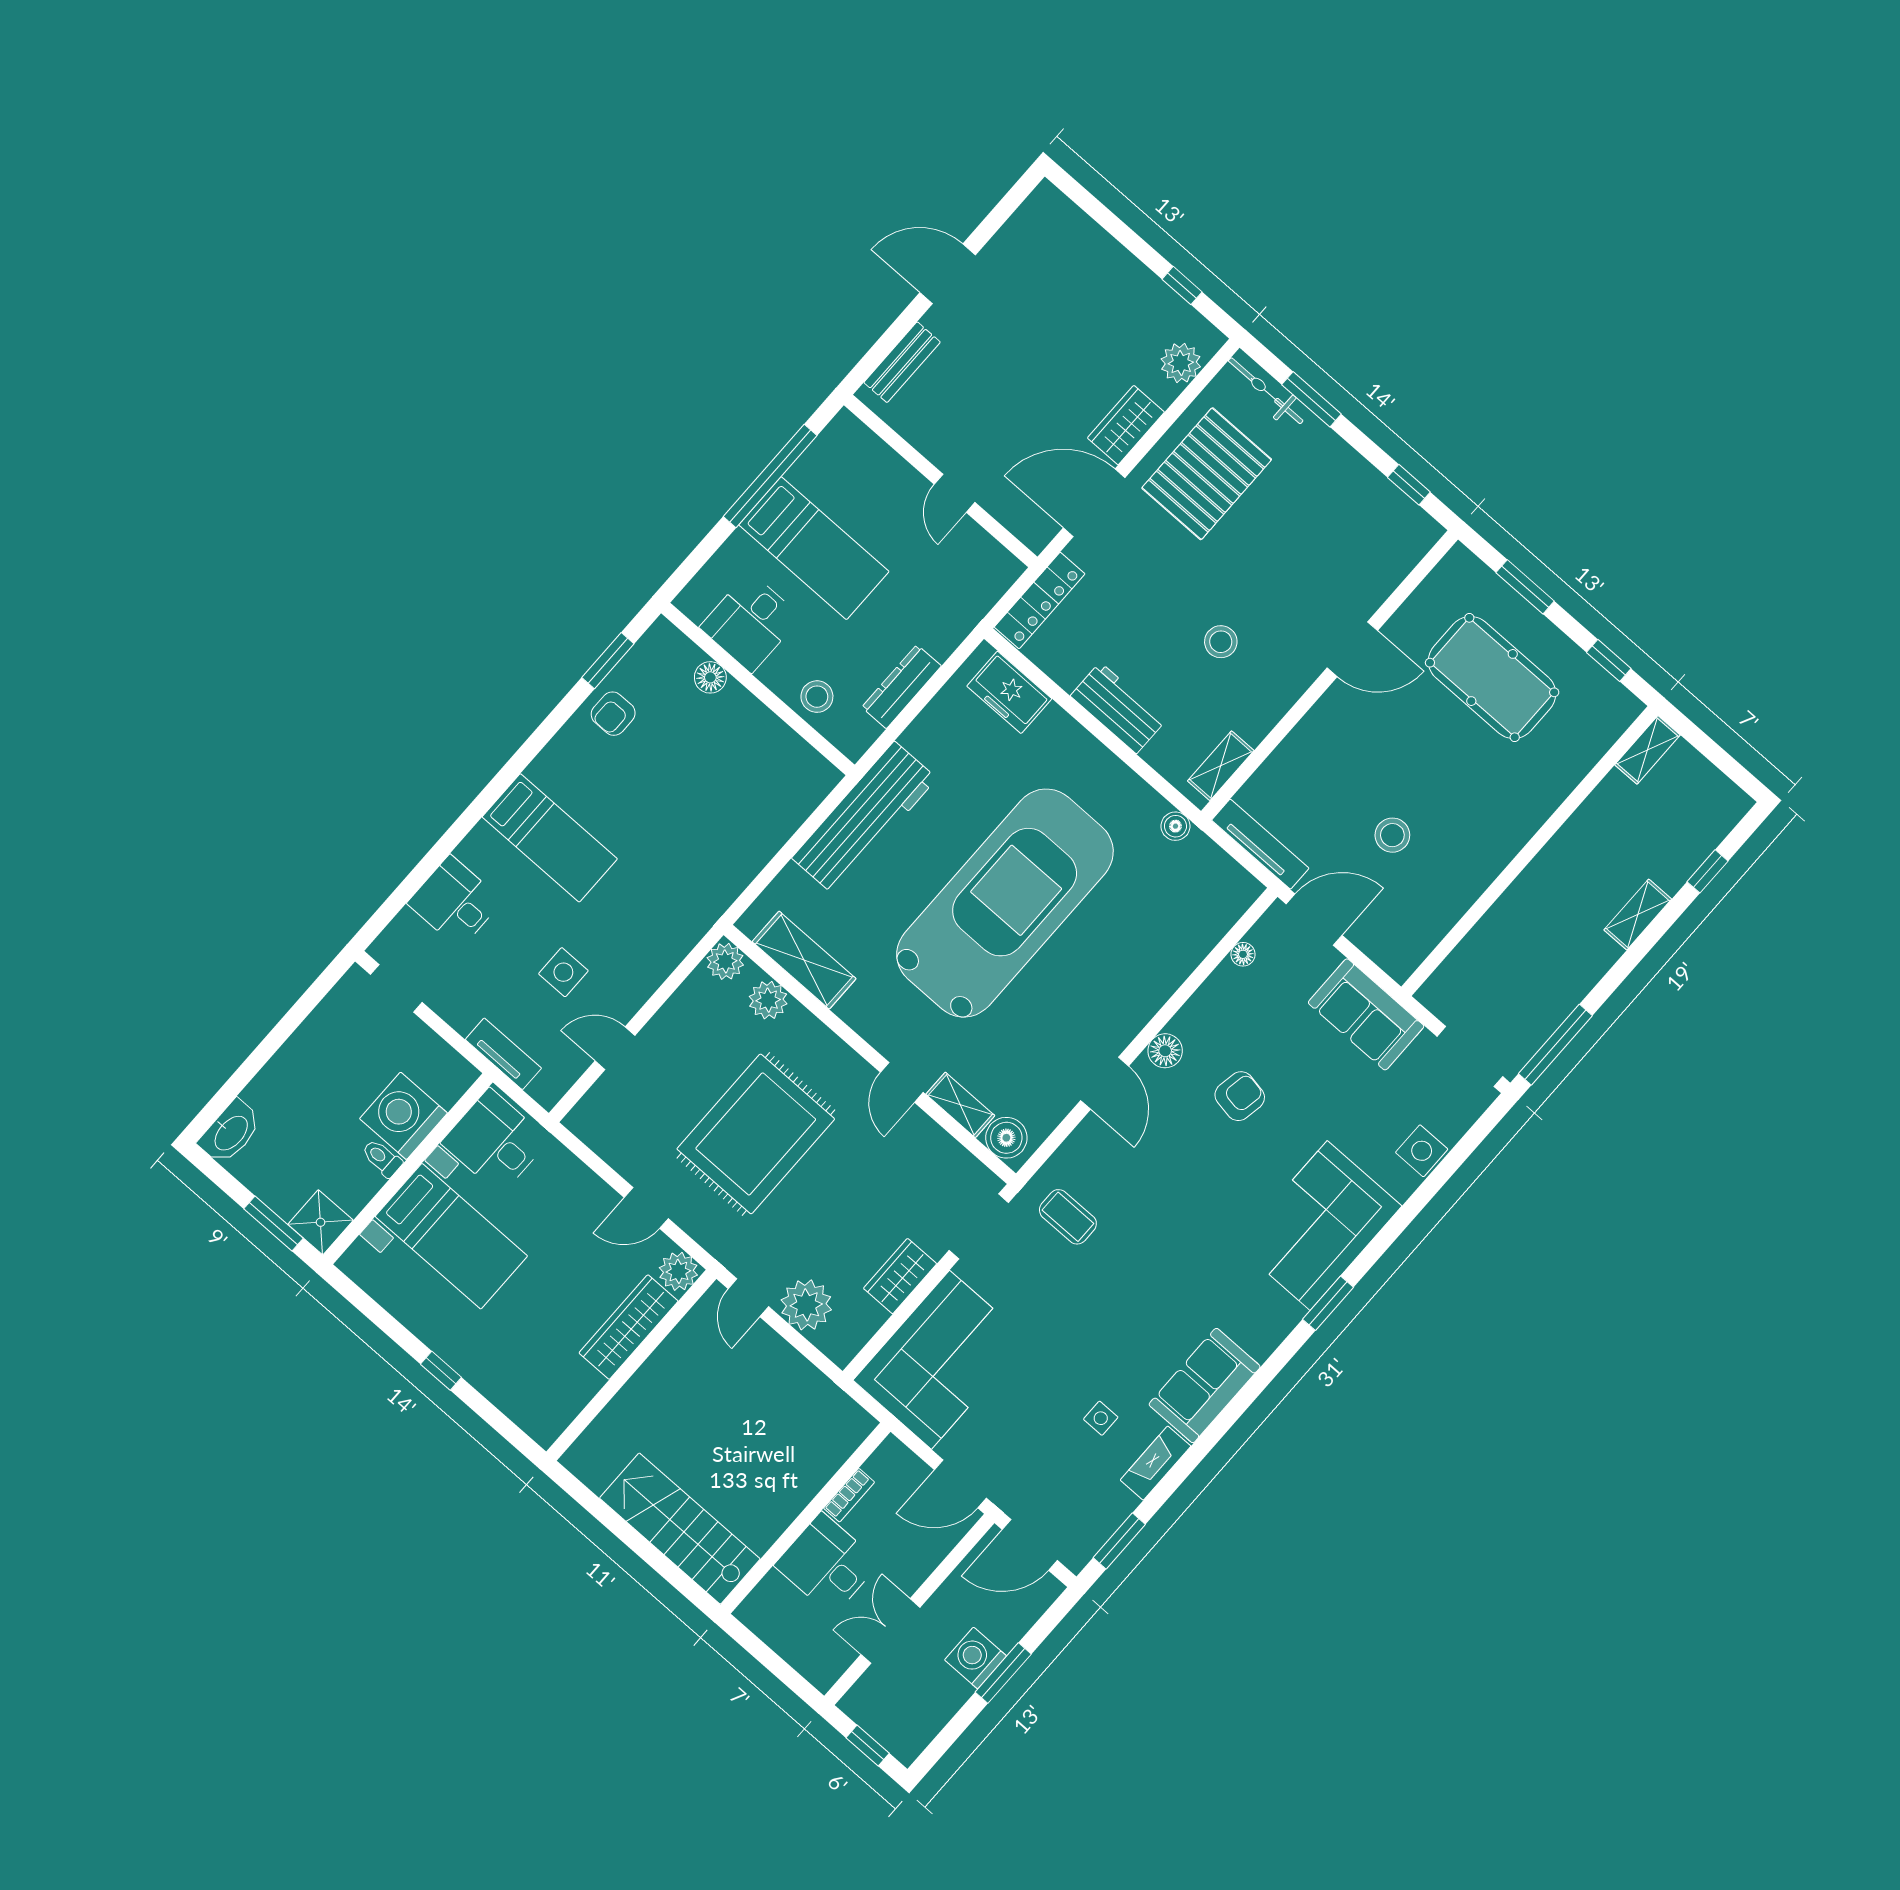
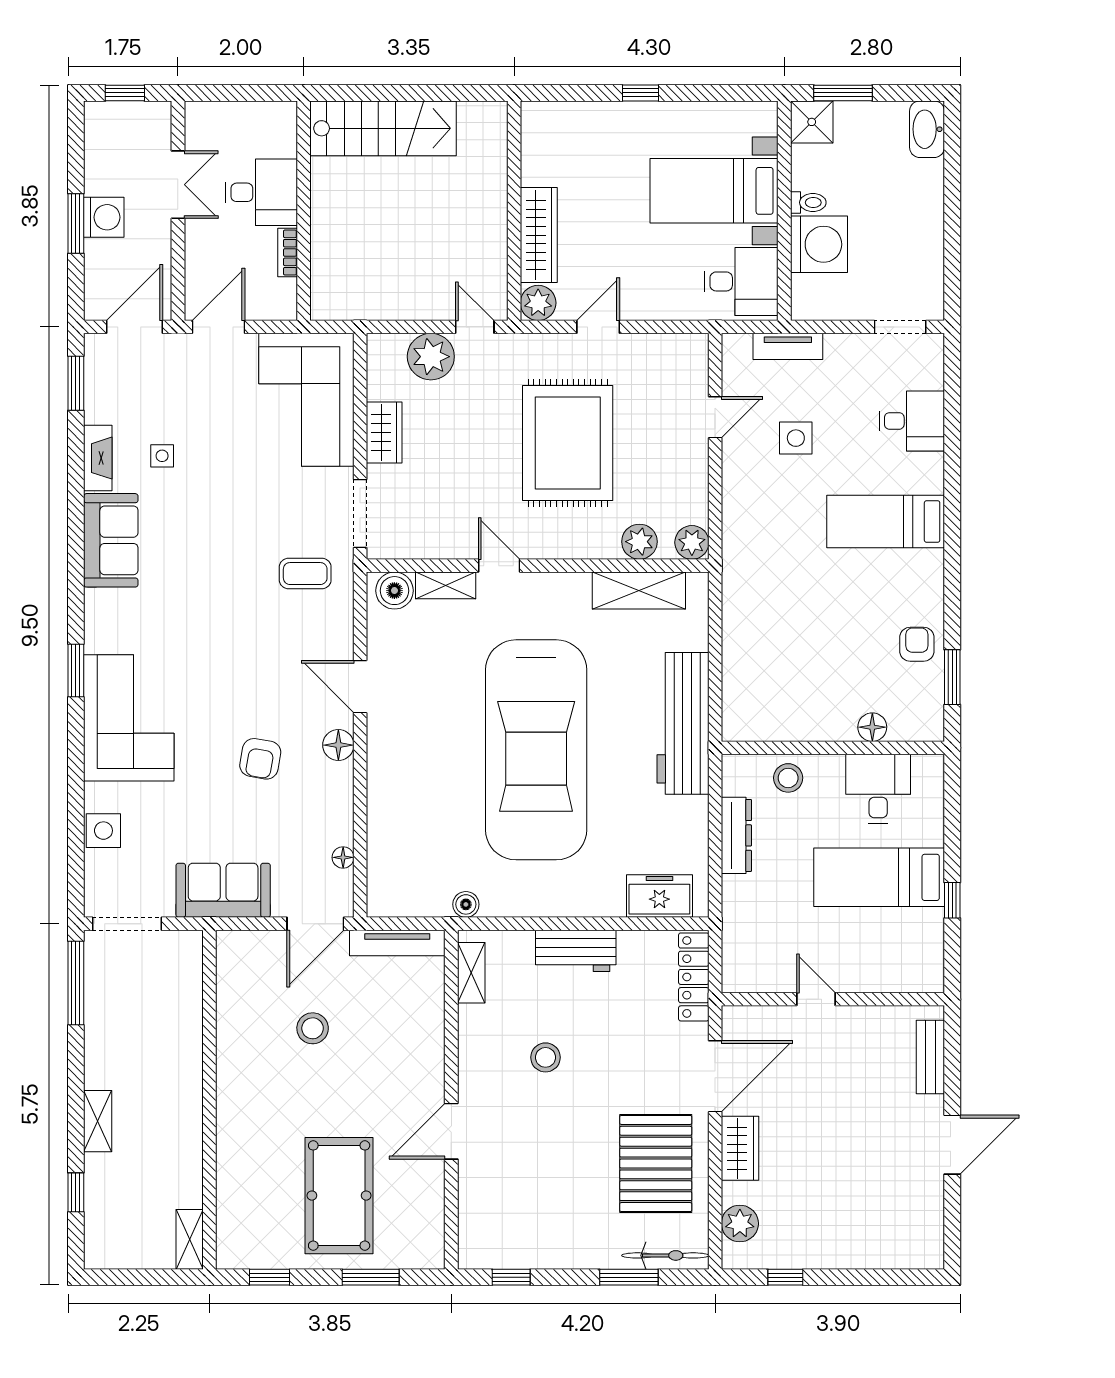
window: (770, 476) -> (952, 900), width x0.32
pool table: (1492, 678) -> (339, 1196), turned 90

